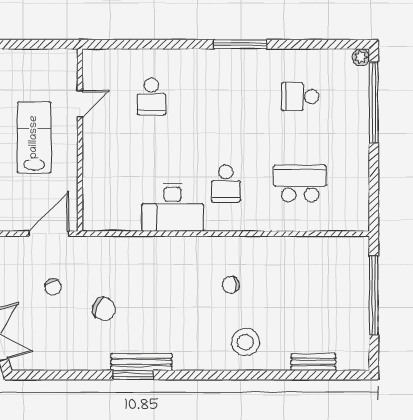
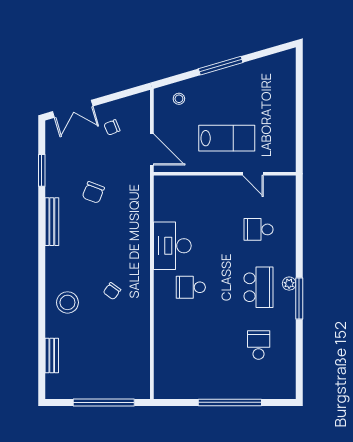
plant: (361, 57) -> (289, 284), moved
window: (374, 102) -> (230, 402), moved
school desk: (300, 184) -> (259, 287), moved
chair: (231, 285) -> (112, 291), turned -135
chair: (53, 287) -> (112, 127), moved
window: (133, 375) -> (42, 170), moved

